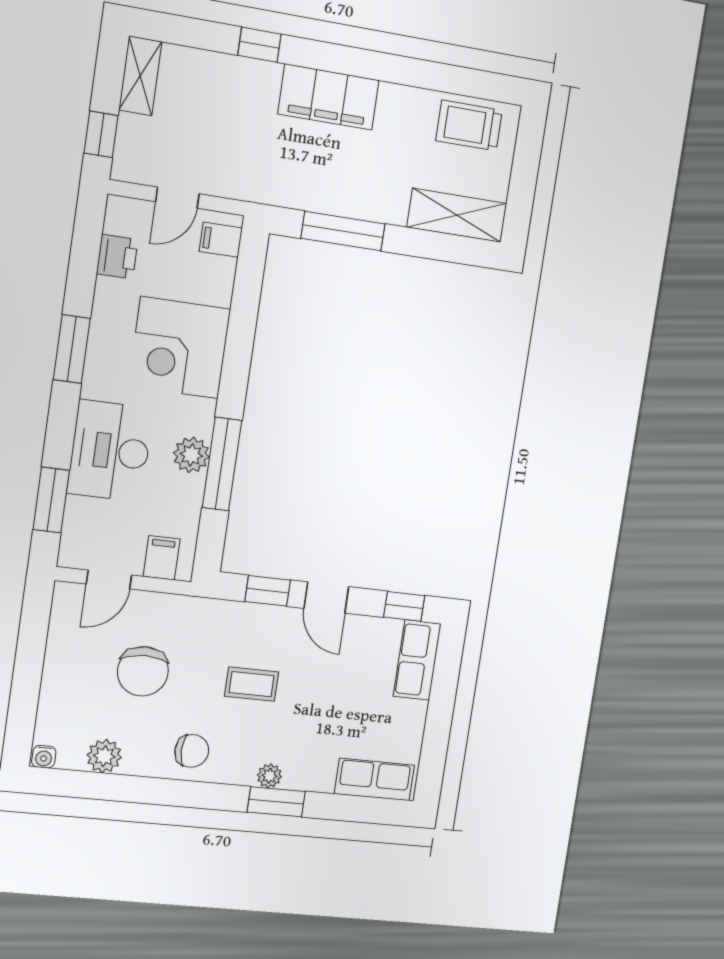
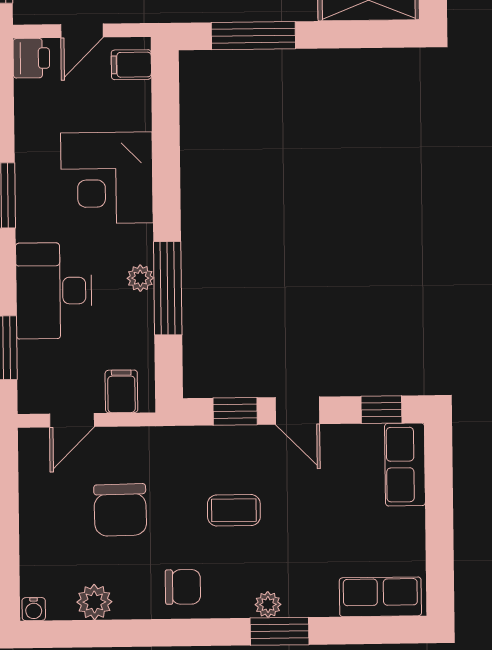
printer: (117, 257) -> (31, 58), moved
plant: (191, 455) -> (140, 278), width x0.73, depth x0.73

